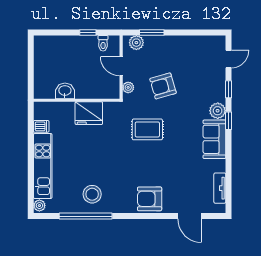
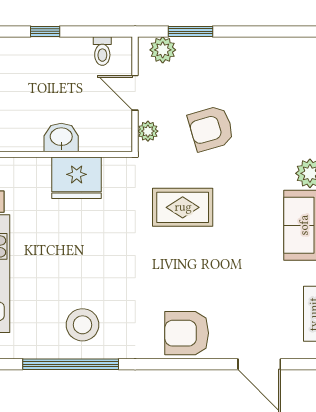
window: (88, 32) -> (45, 31), moved
washbasin: (65, 91) -> (61, 137), moved

